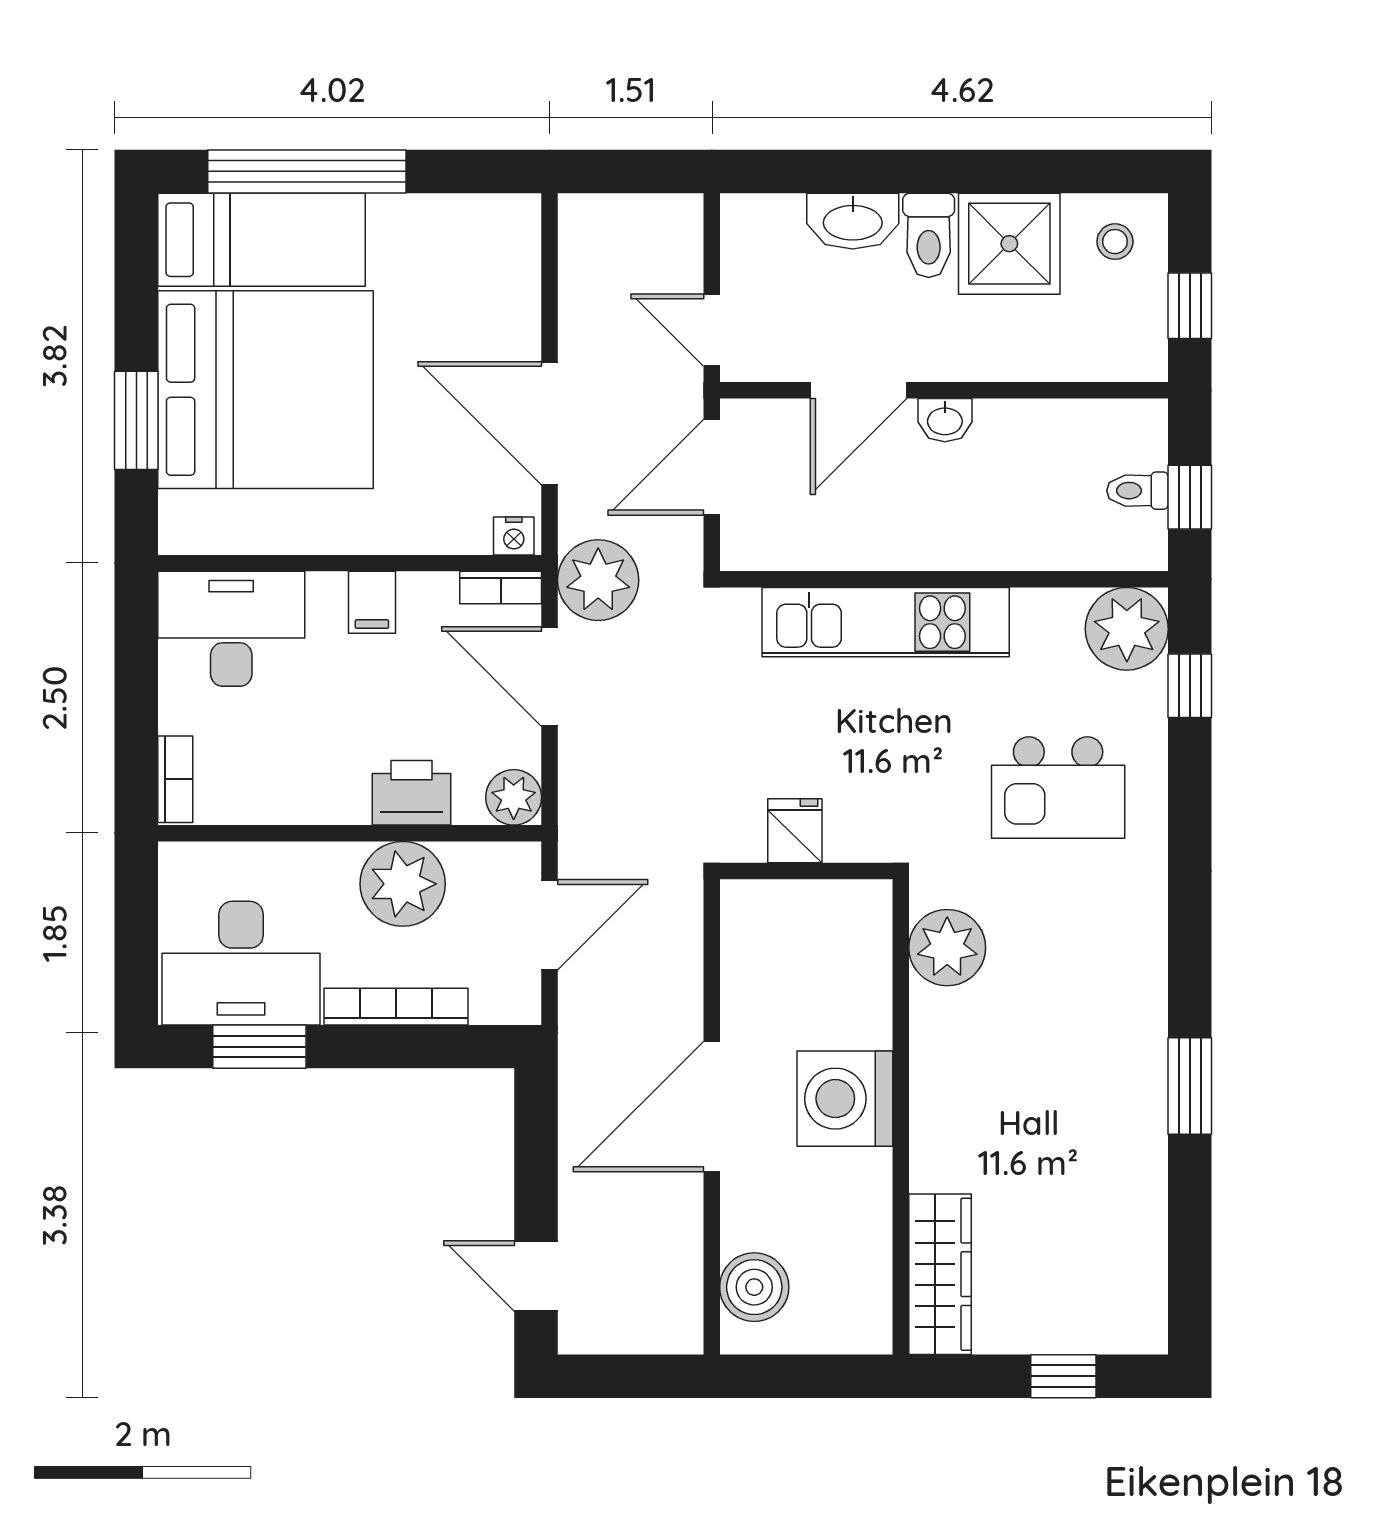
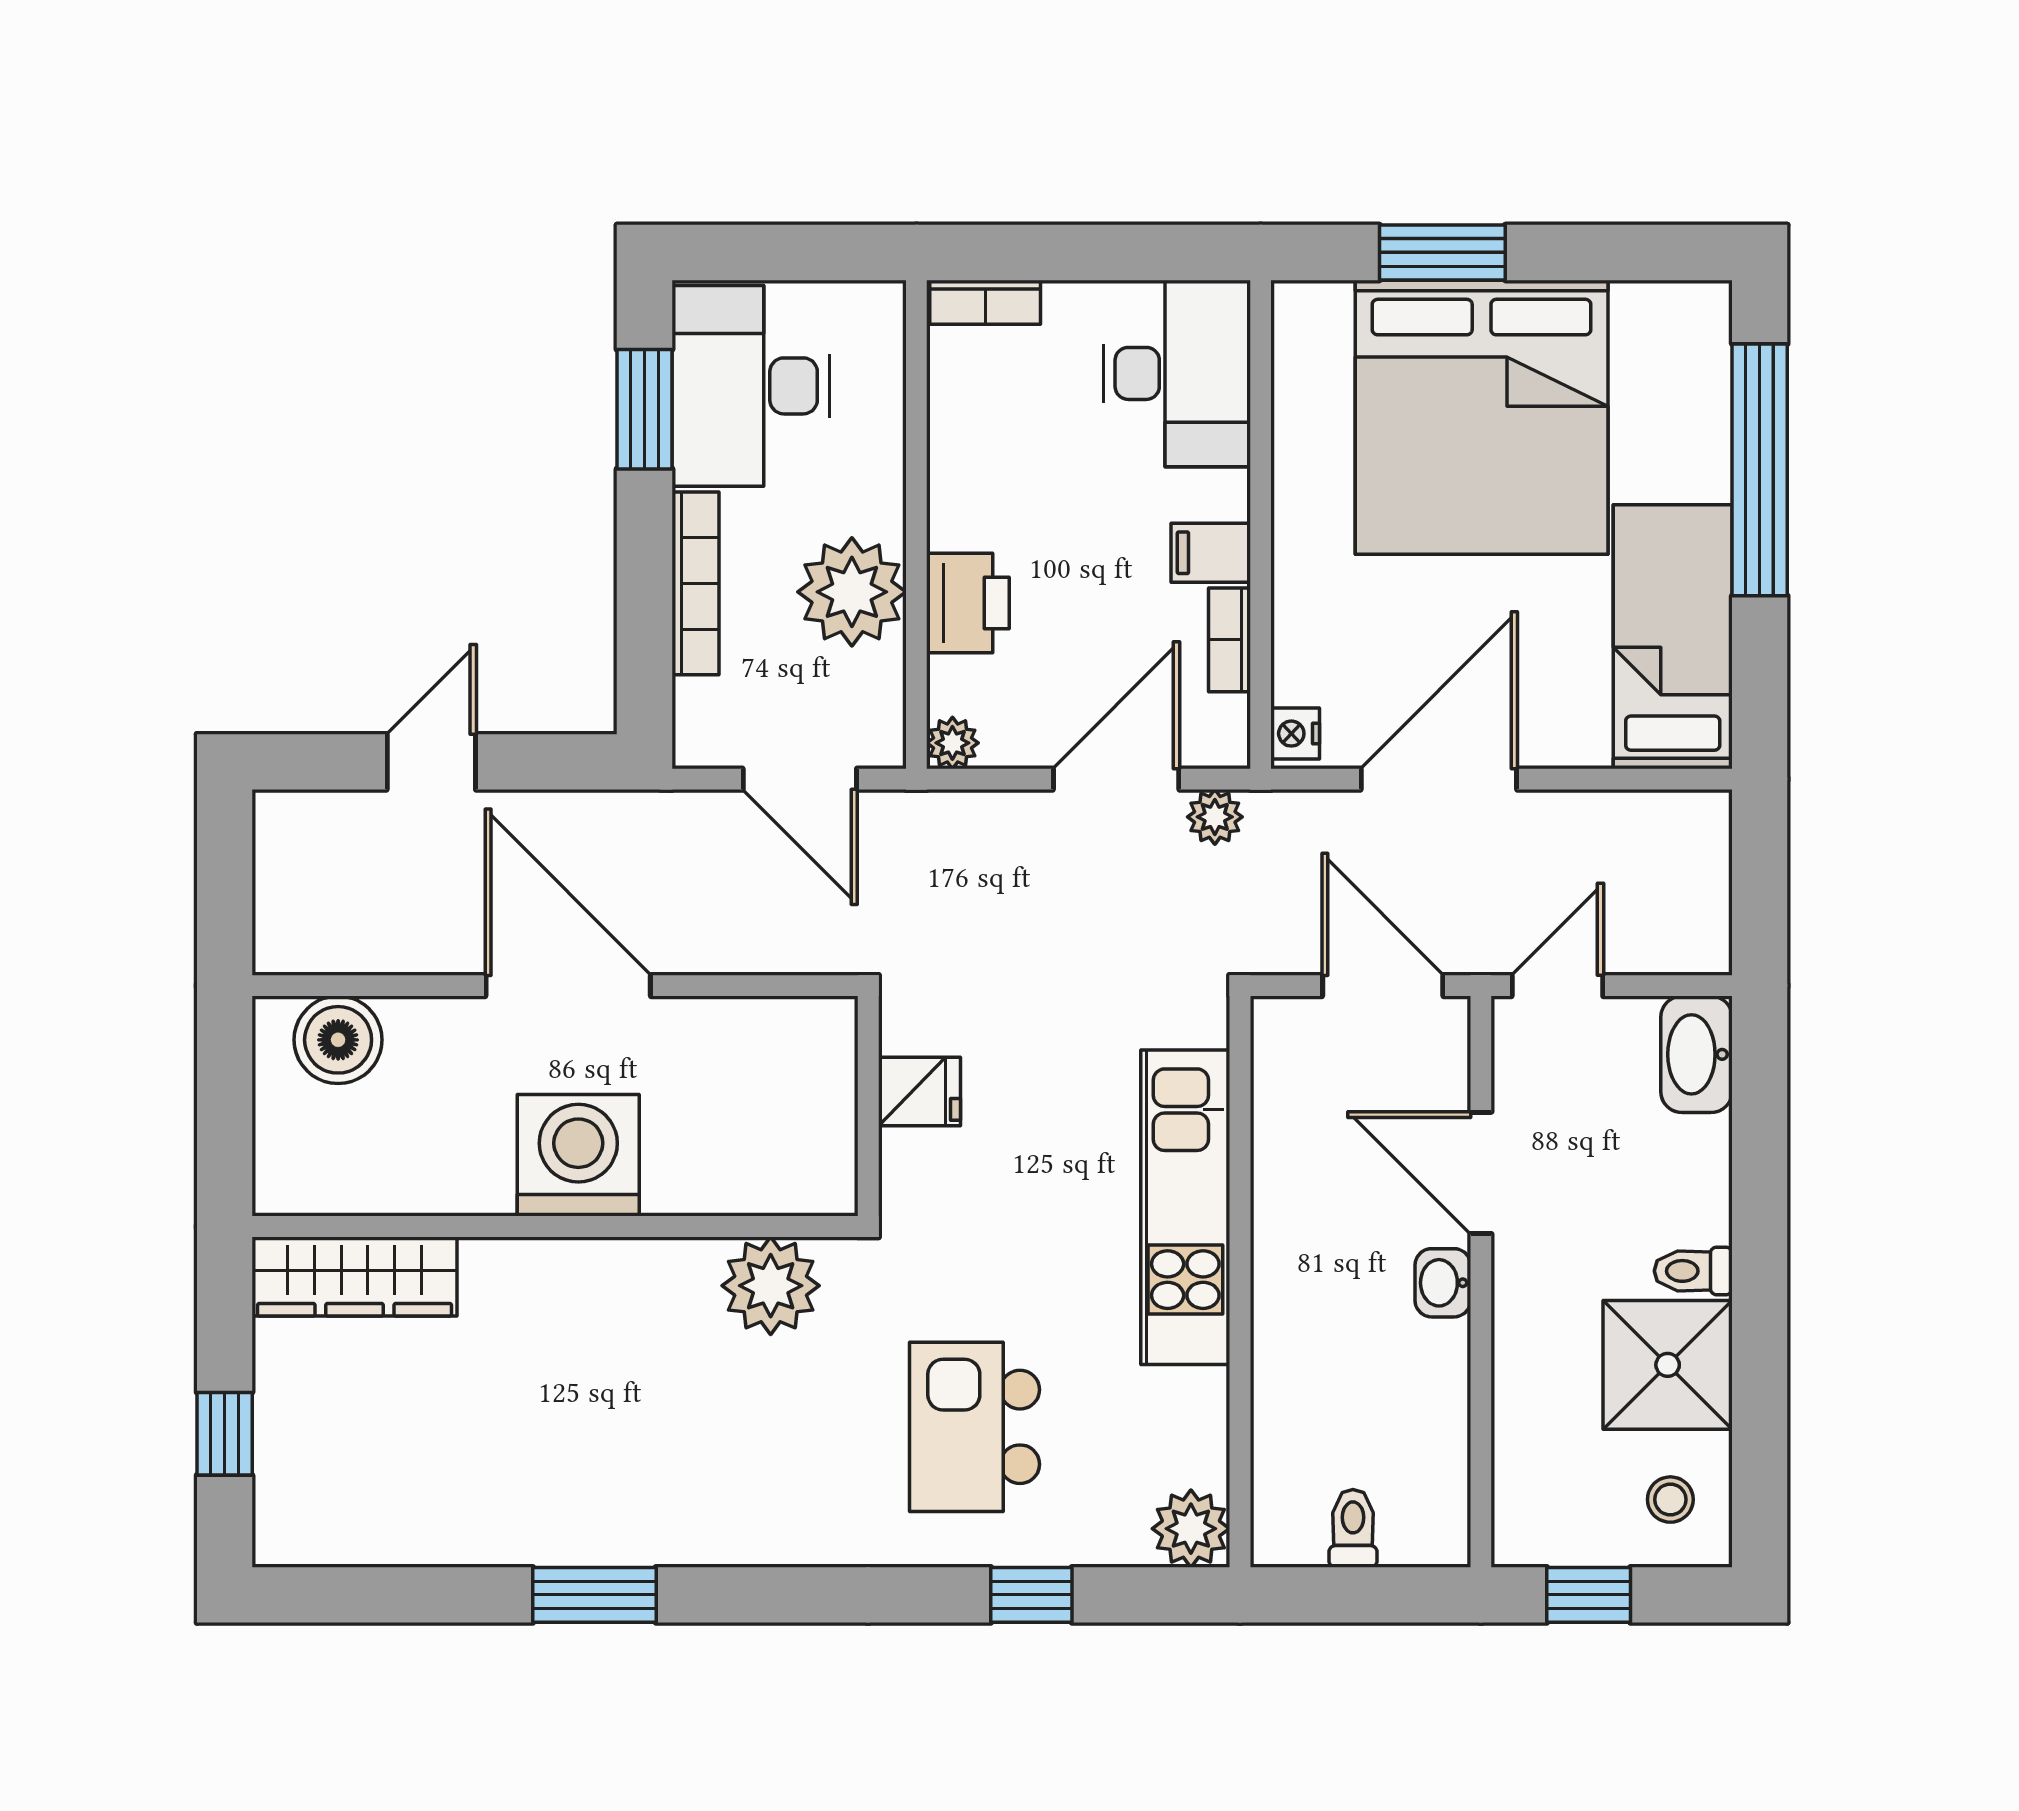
washbasin: (853, 221) -> (1696, 1054), moved
toilet: (929, 235) -> (1693, 1271), width x0.73, depth x0.72
bed: (262, 240) -> (1673, 637), moved, turned 180
window: (1190, 497) -> (1345, 1595), removed
plant: (598, 580) -> (1215, 817), width x0.53, depth x0.53
bookcase: (501, 588) -> (1229, 640), moved
plant: (1127, 629) -> (1191, 1529), width x0.73, depth x0.73
window: (1190, 686) -> (1031, 1595), moved
plant: (514, 797) -> (952, 743), width x0.73, depth x0.73
door: (536, 1276) -> (431, 762), moved

